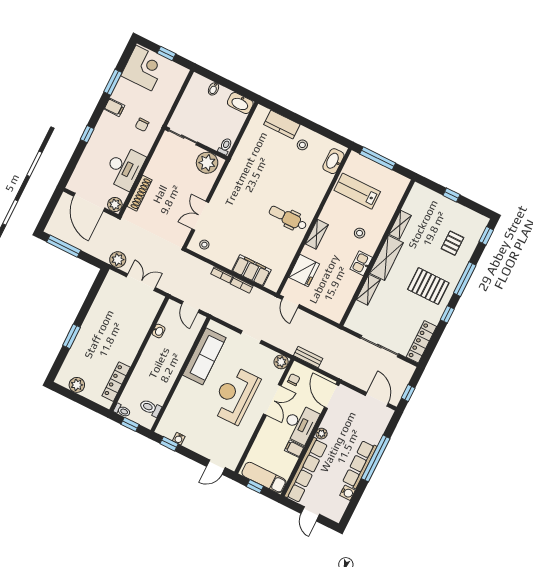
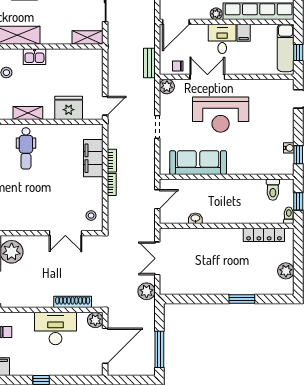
shelving: (368, 290) -> (87, 37), moved
desk: (300, 424) -> (222, 39), width x0.73

